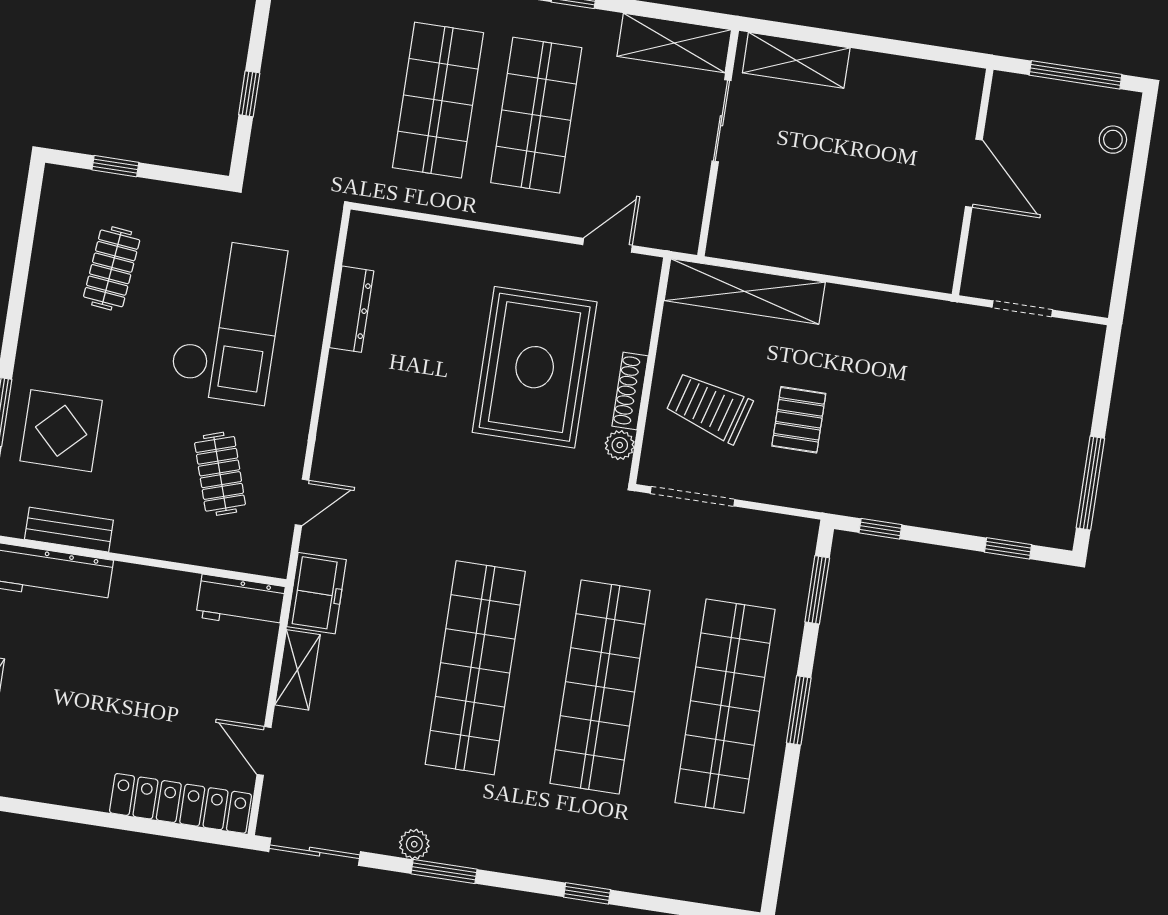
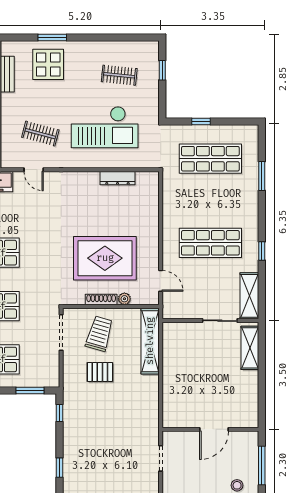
shop shelf: (438, 100) -> (210, 159), moved
plant: (620, 445) -> (124, 299), moved
clothes rail: (220, 474) -> (40, 134), turned 33

